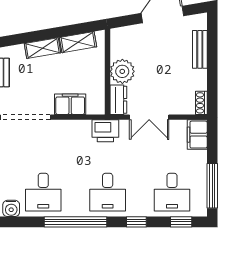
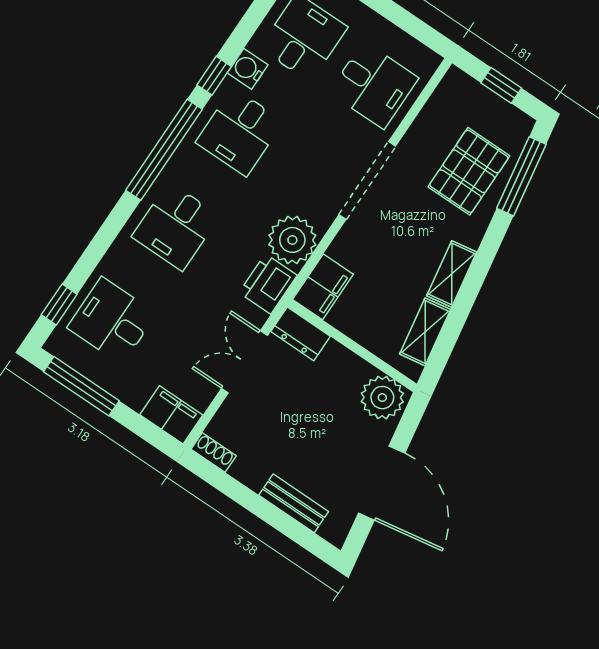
plant: (122, 71) -> (382, 398), moved
filing cabinet: (70, 104) -> (323, 287), moved
plant: (77, 133) -> (292, 240), added
desk: (43, 192) -> (240, 132), turned -90
desk: (108, 192) -> (176, 226), turned -90
window: (136, 222) -> (214, 76), moved

